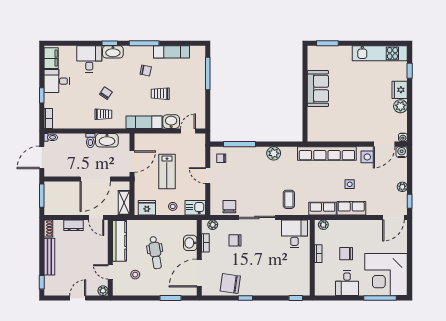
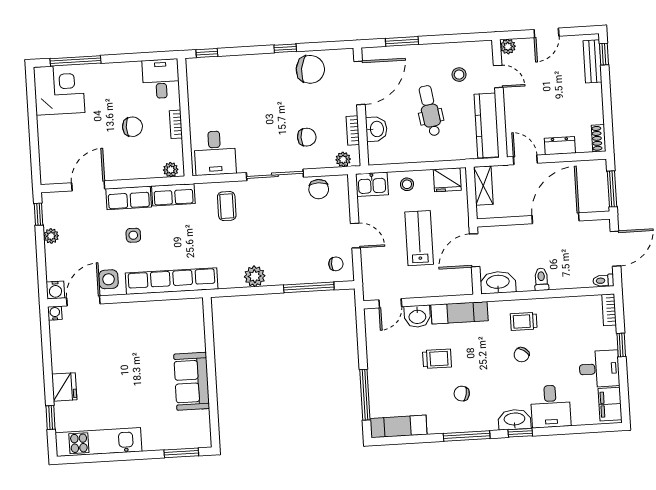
exam couch: (172, 52) -> (398, 426), moved
plant: (400, 106) -> (61, 361), removed
washbasin: (107, 140) -> (498, 282), moved
door: (95, 179) -> (556, 218), moved
door: (393, 217) -> (88, 186), moved
bench: (49, 257) -> (593, 61), moved, width x0.73
corner desk: (386, 274) -> (59, 90), width x0.74, depth x0.74
desk: (347, 283) -> (161, 79), moved

